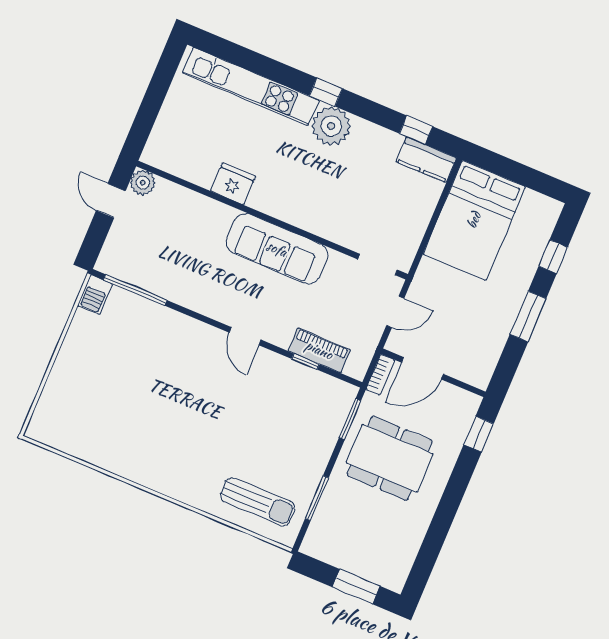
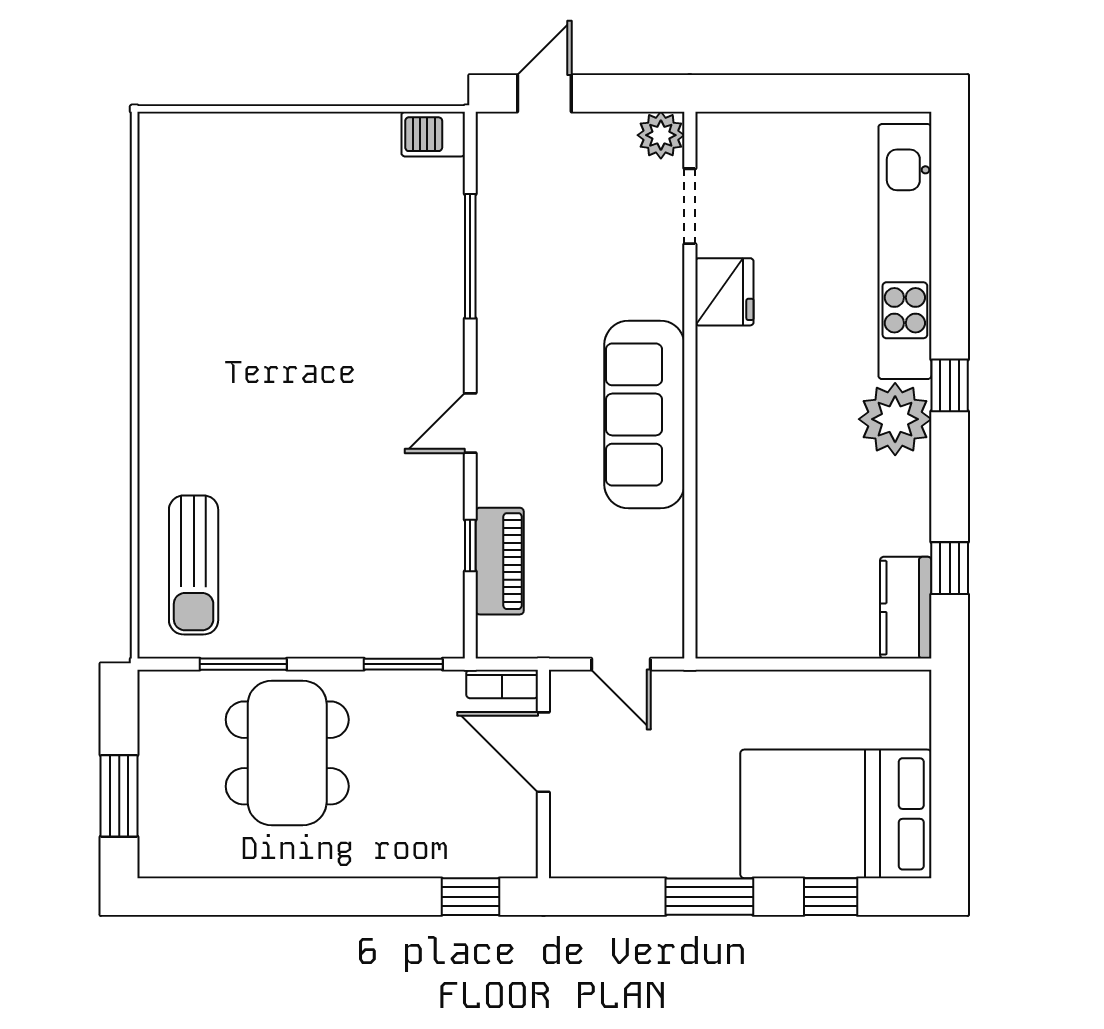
door: (111, 201) -> (544, 93), moved
bed: (474, 220) -> (836, 814), moved
doorway: (378, 265) -> (690, 206), moved
window: (135, 290) -> (470, 256), moved
dining table: (390, 458) -> (287, 753), moved

